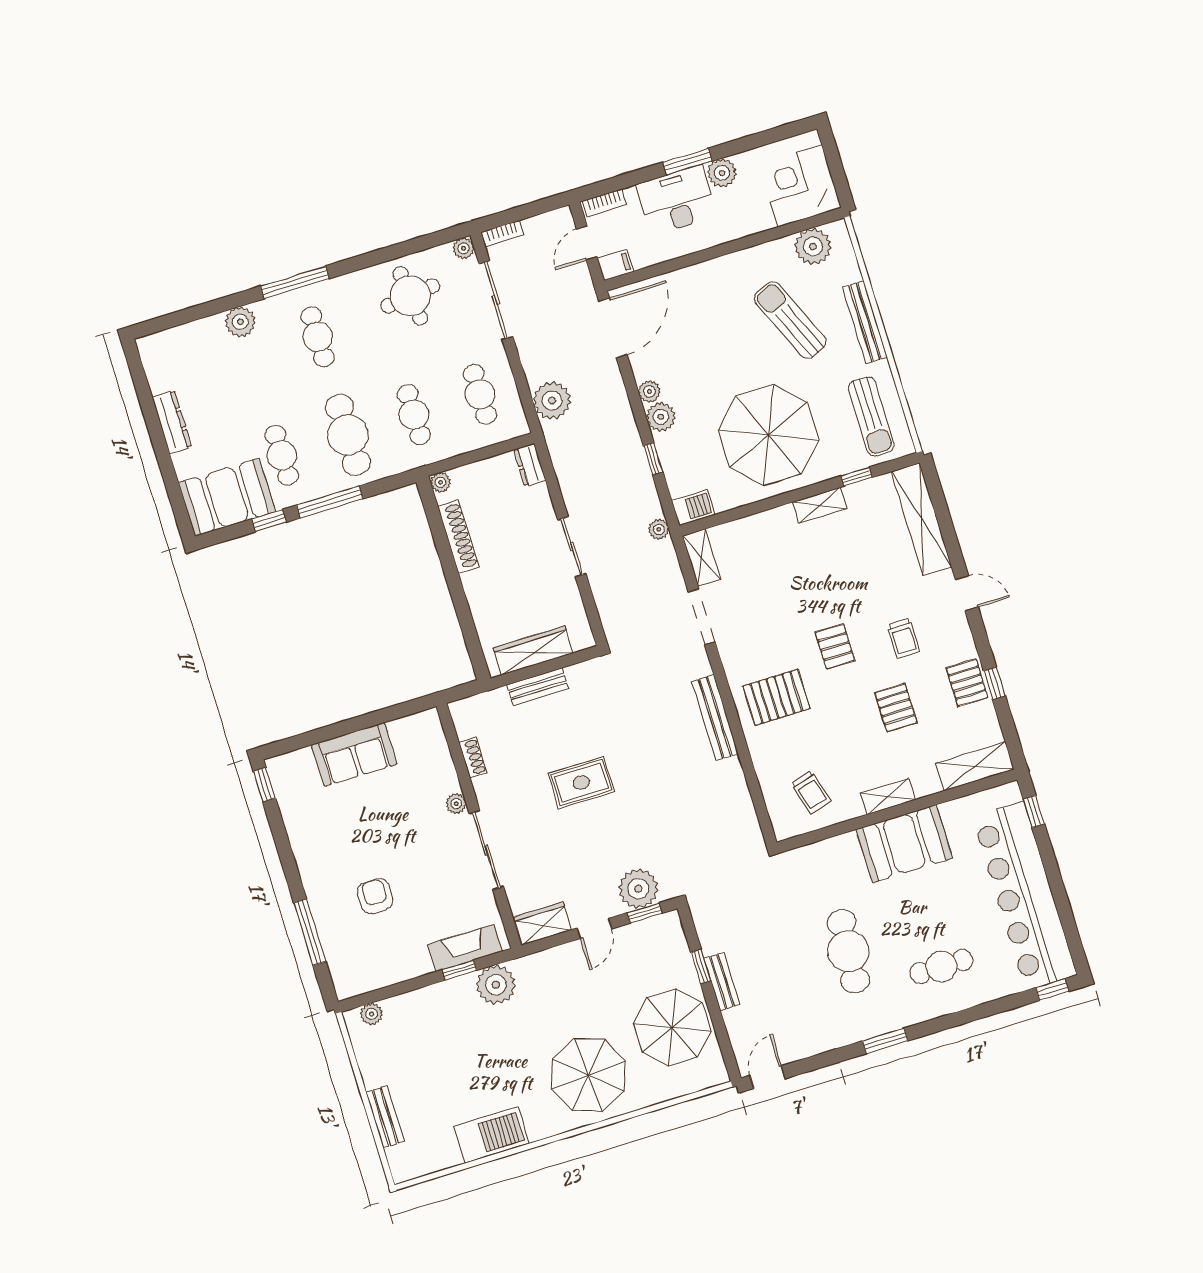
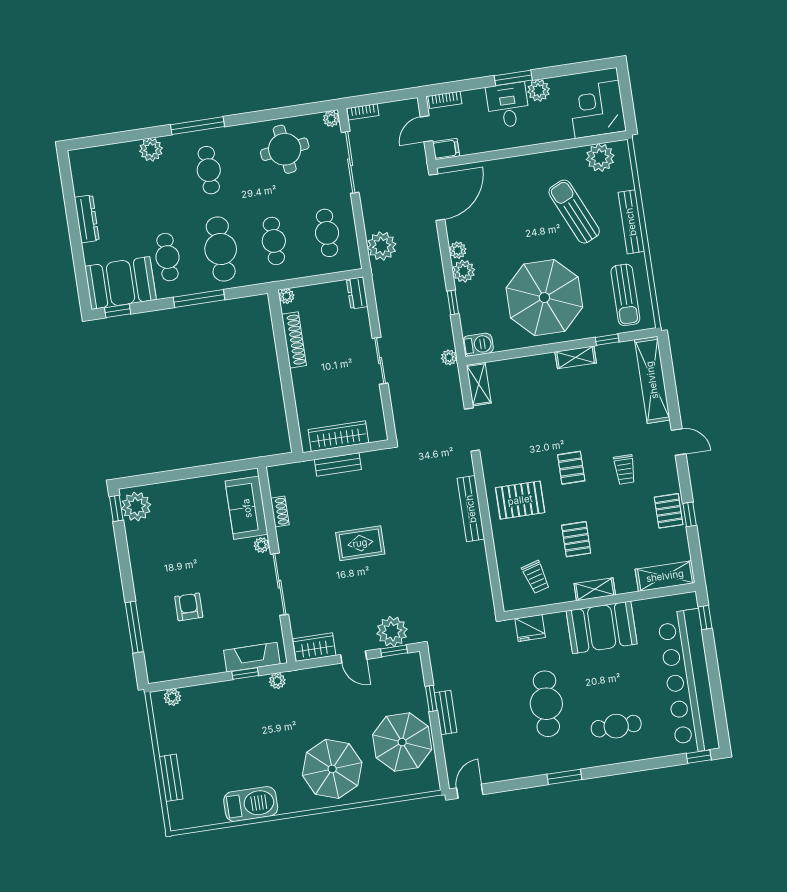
desk: (677, 200) -> (508, 105), width x0.73
window: (269, 521) -> (118, 311), moved
pallet: (896, 708) -> (576, 539), moved
sofa: (354, 755) -> (247, 508), moved, turned 90
plant: (289, 778) -> (136, 506), added
fridge: (813, 858) -> (530, 628), added
door: (594, 928) -> (354, 657), hinge flipped
plant: (496, 985) -> (277, 681), width x0.53, depth x0.53

